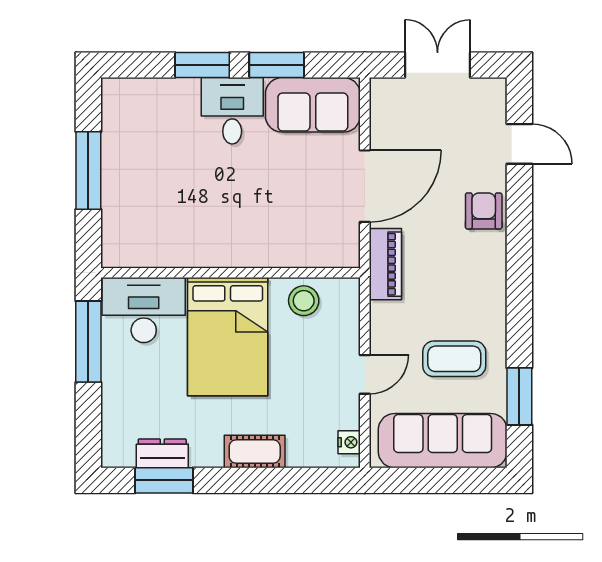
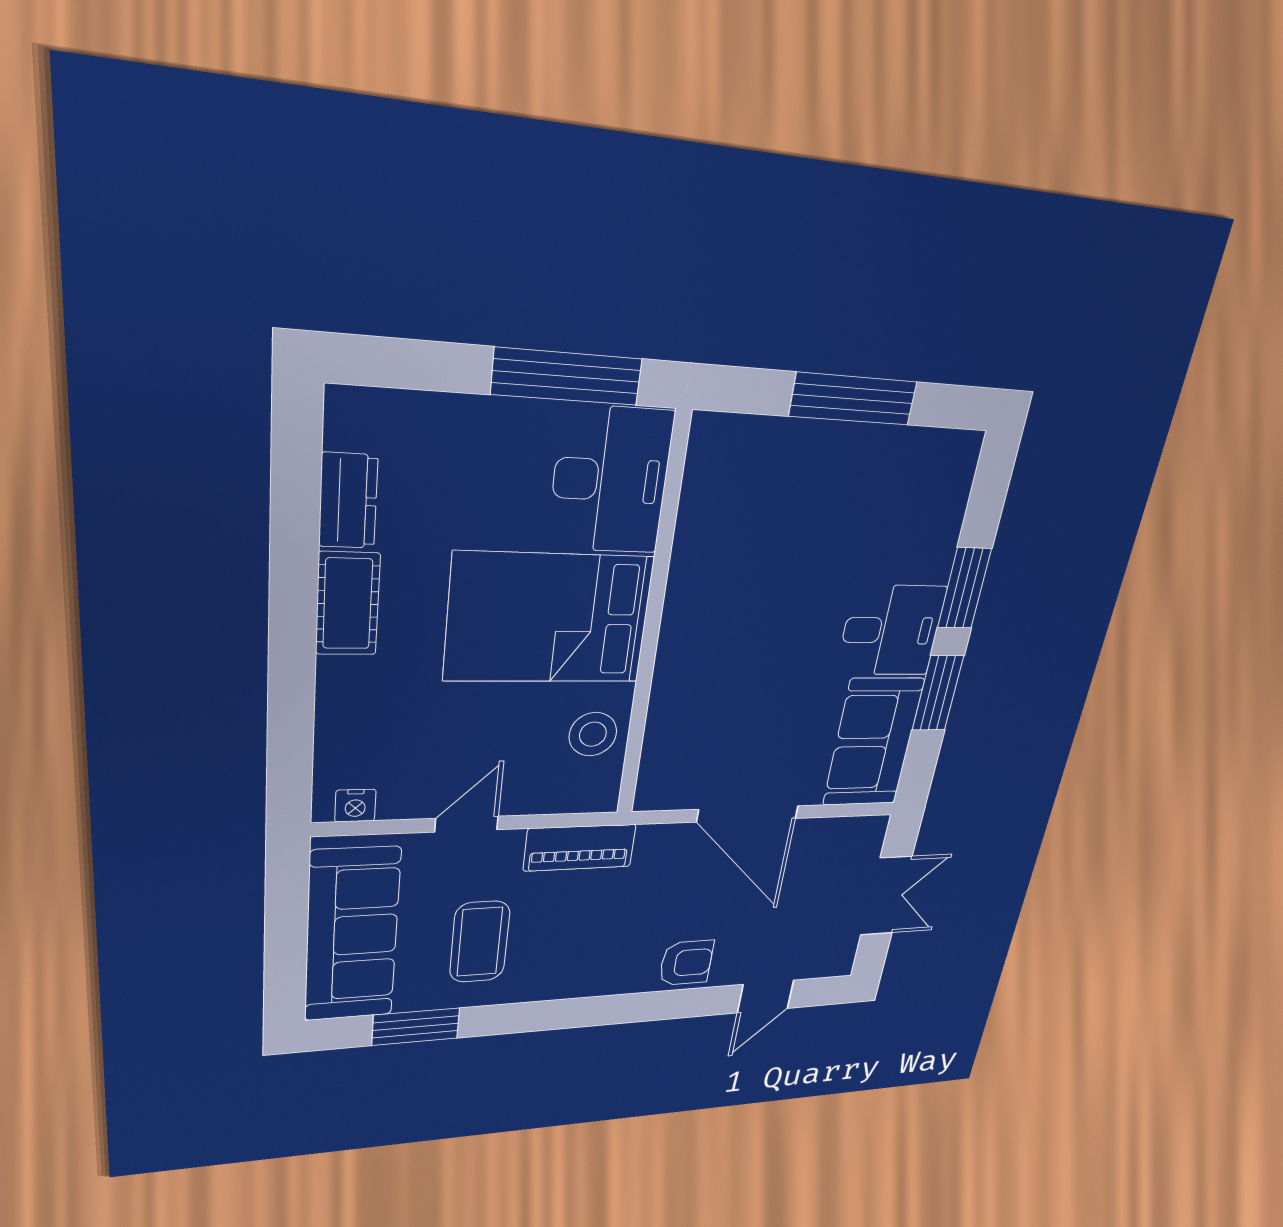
piano: (385, 264) -> (580, 848), moved
door: (365, 374) -> (467, 824), swing flipped
cot: (255, 452) -> (348, 604), moved
window: (164, 480) -> (295, 502), removed

